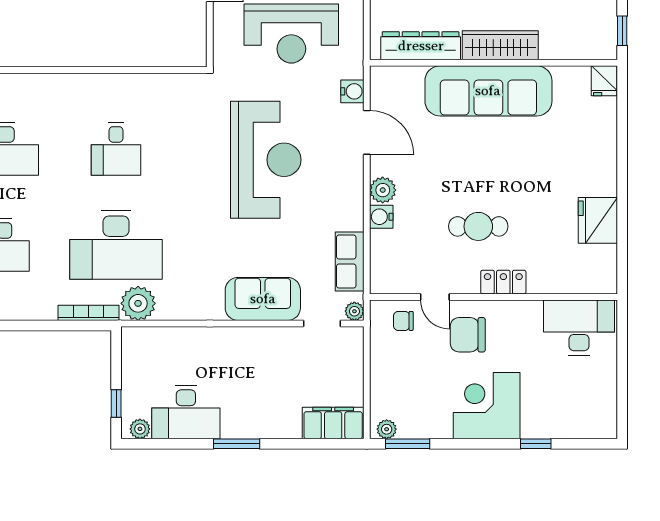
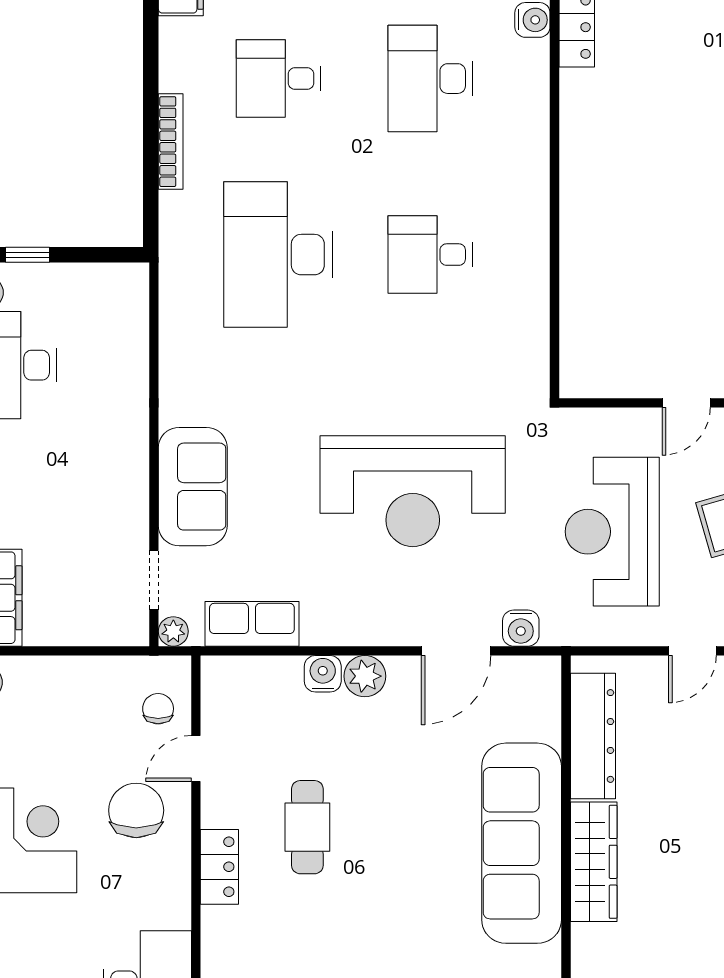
plant: (138, 303) -> (186, 289), removed
bookcase: (89, 313) -> (171, 142), moved

